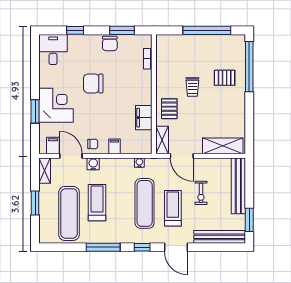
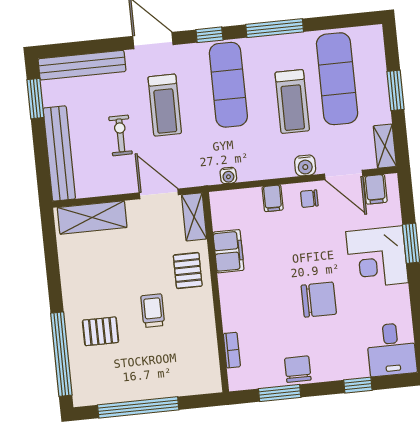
exercise mat: (145, 203) -> (228, 85), moved

